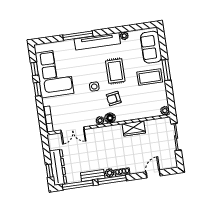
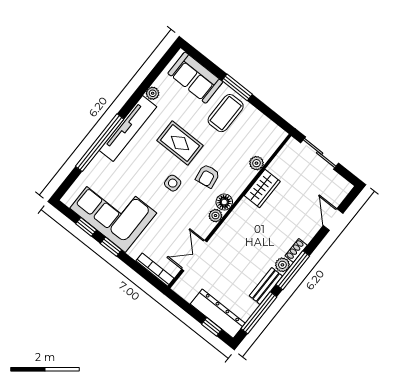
window: (78, 36) -> (100, 143), width x1.46
plant: (165, 111) -> (256, 163), moved
double door: (73, 130) -> (194, 256), swing flipped

